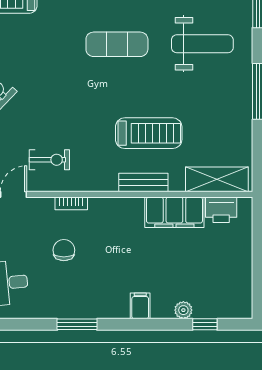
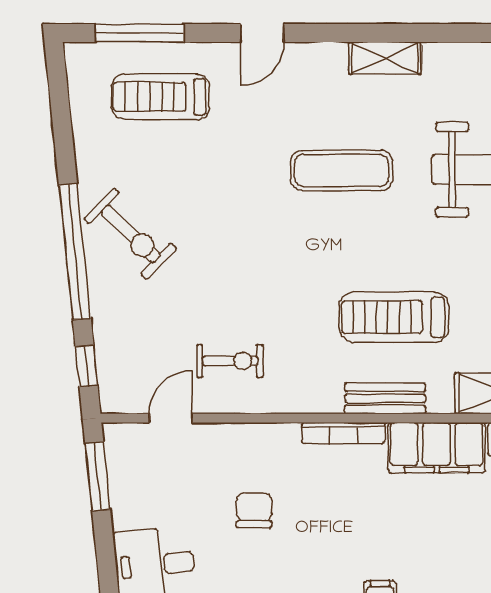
treadmill: (149, 133) -> (394, 317), turned 180
bookcase: (71, 203) -> (343, 433), moved, width x1.56

